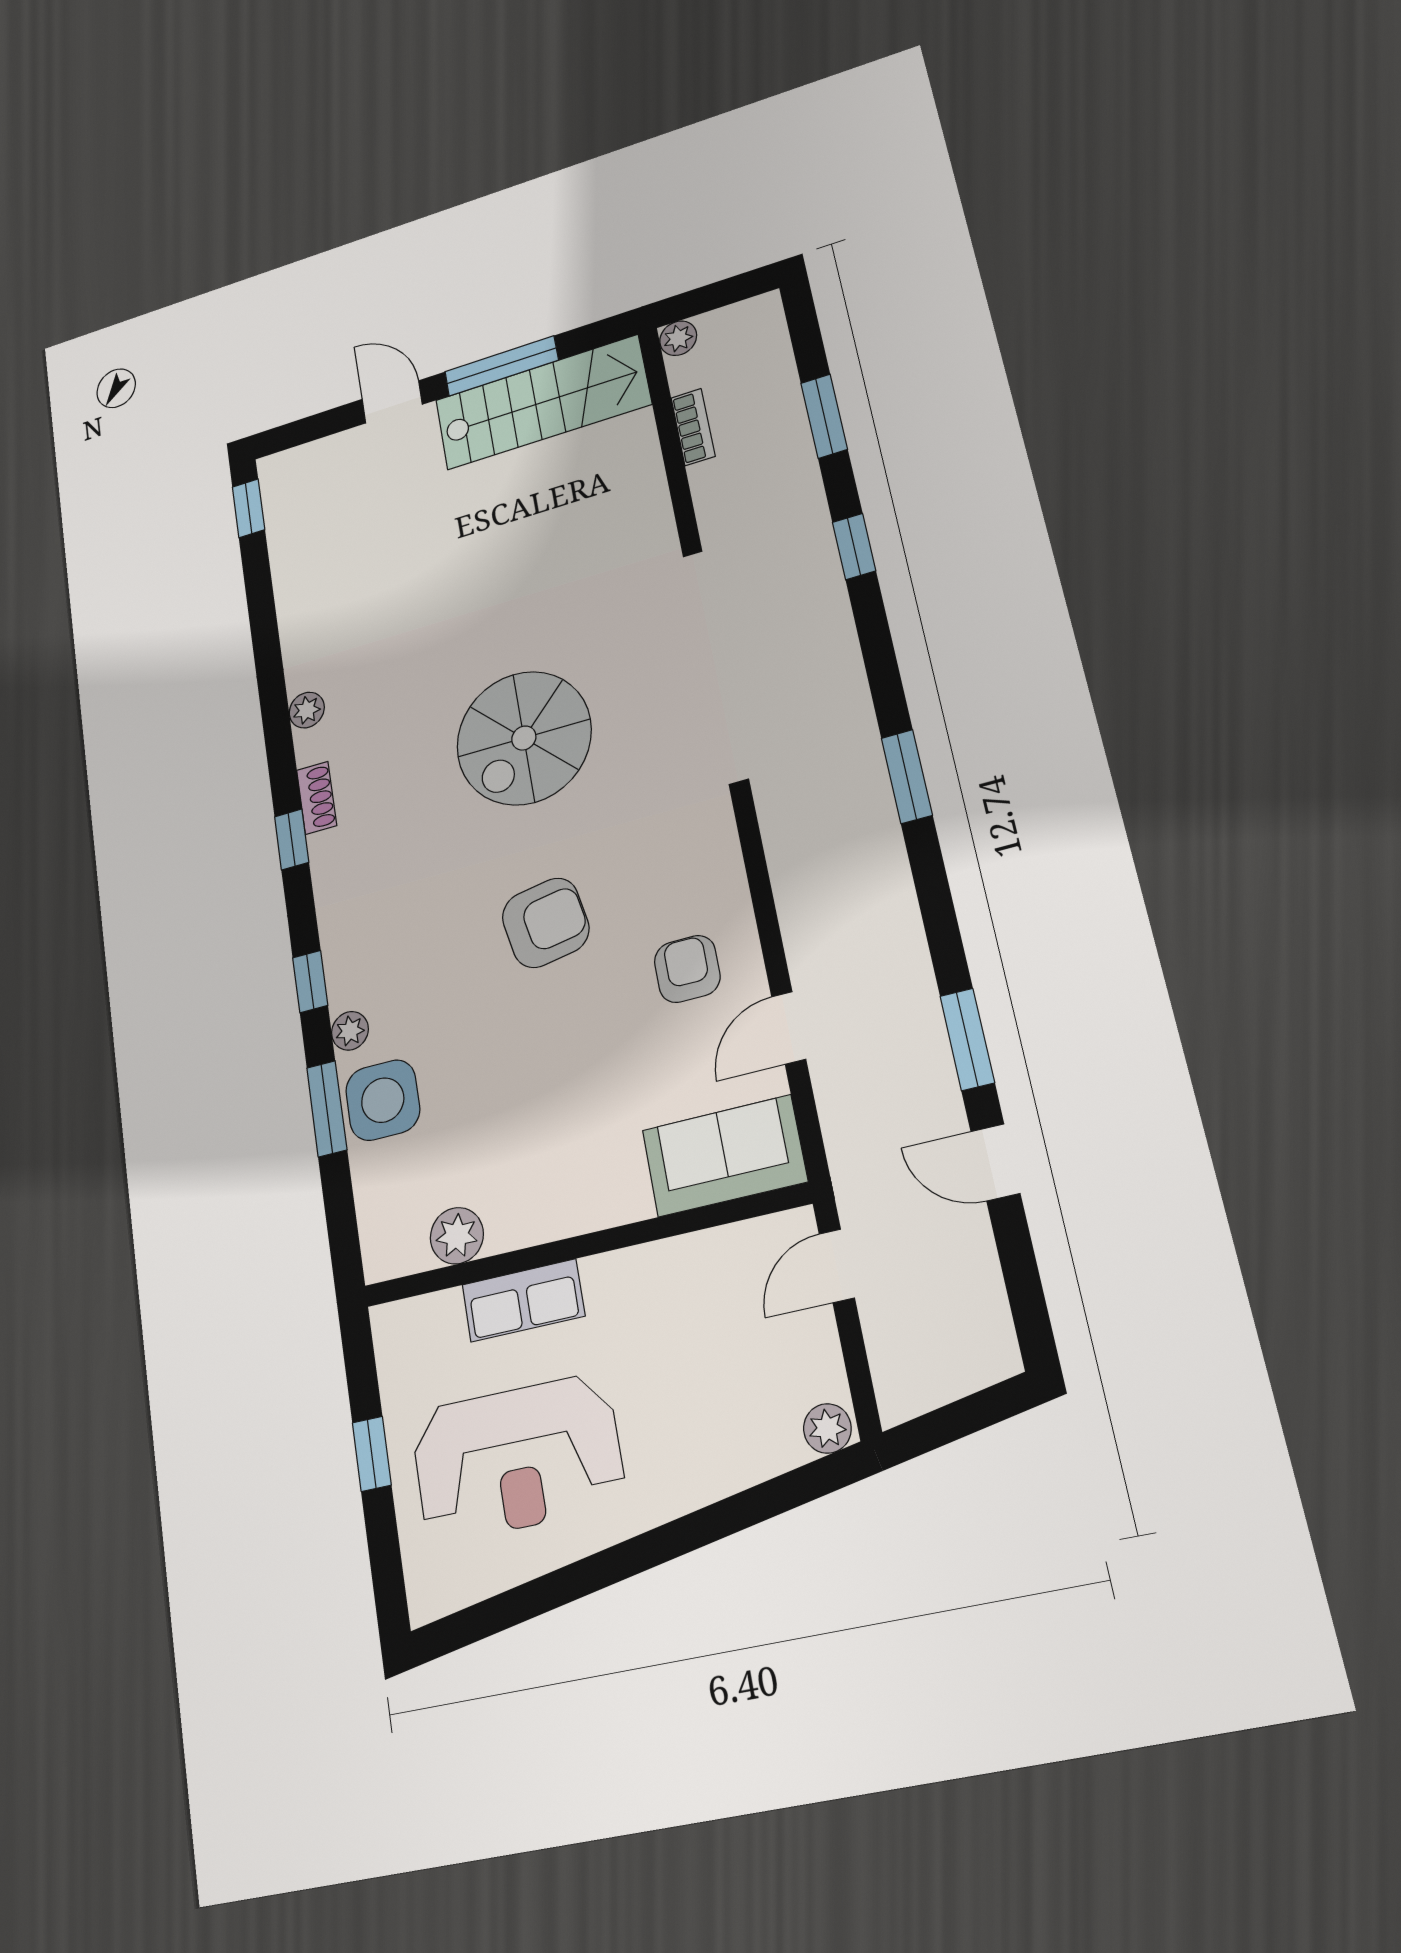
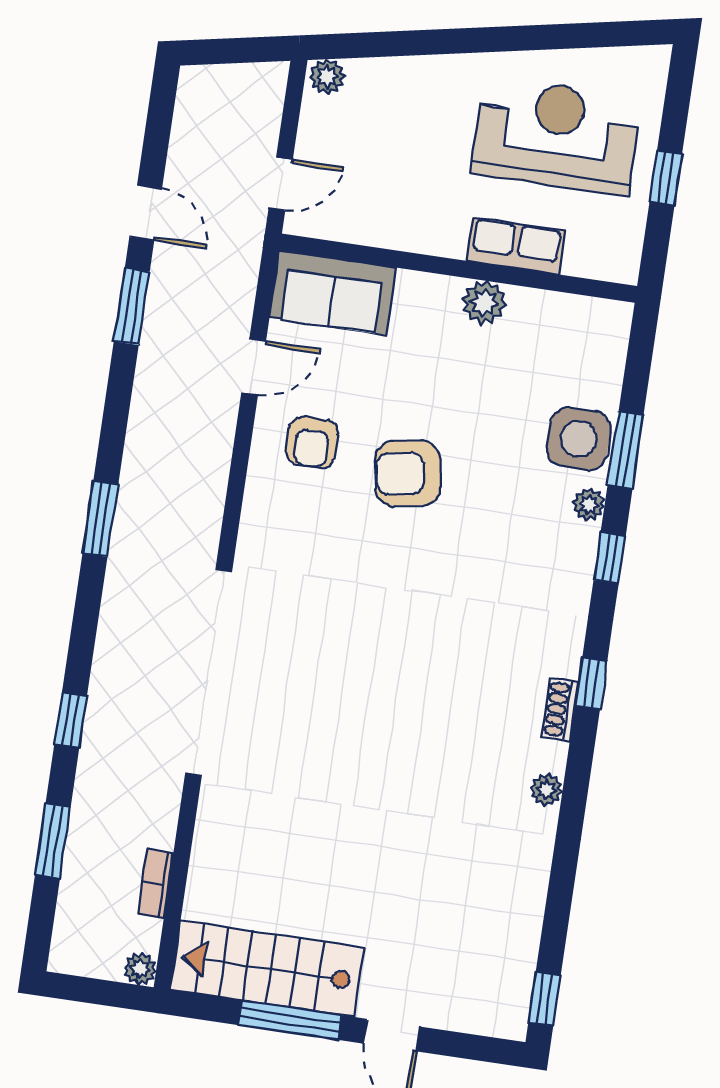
spiral stairs: (524, 738) -> (376, 683), removed
armchair: (546, 923) -> (408, 473), moved
plant: (457, 1236) -> (484, 303), moved

